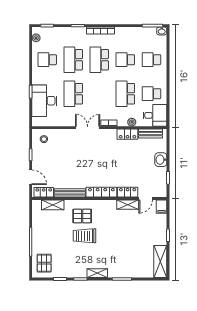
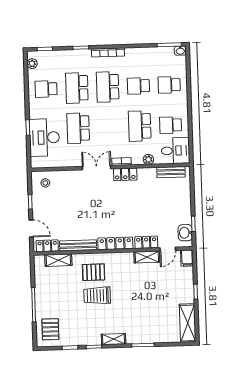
locker: (127, 134) -> (125, 174), moved
washbasin: (161, 160) -> (185, 233), moved

